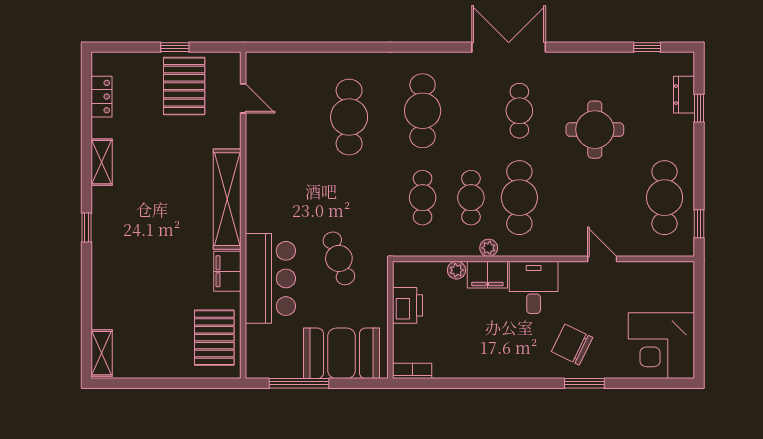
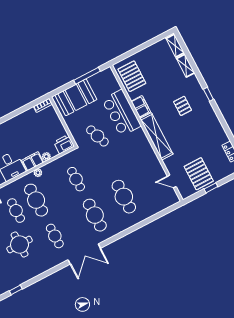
double door: (509, 47) -> (84, 254), moved
shelving: (102, 162) -> (186, 66), moved
cafe table: (471, 198) -> (16, 211), moved
pallet: (147, 231) -> (183, 106), added
printer: (408, 305) -> (64, 144), moved, turned 90

